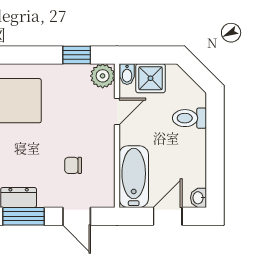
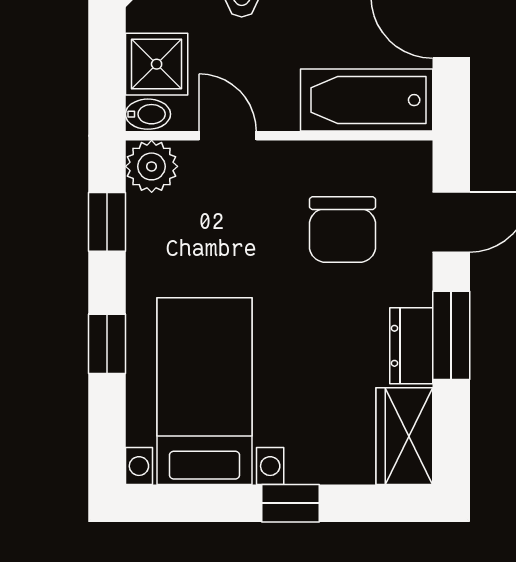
window: (19, 55) -> (107, 344), added
chair: (73, 165) -> (343, 229), width x1.87, depth x1.87

